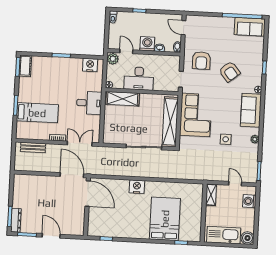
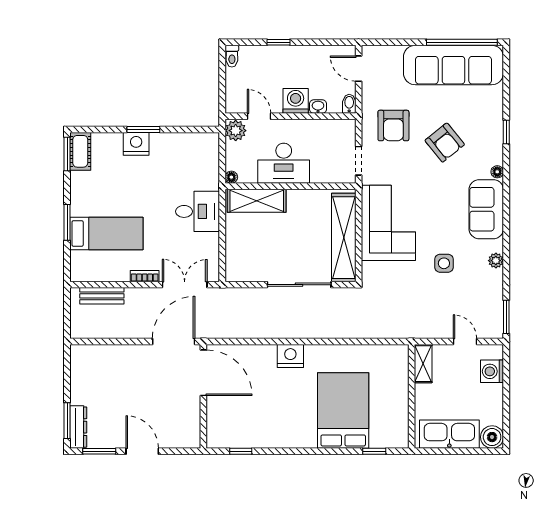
sofa: (250, 27) -> (453, 65), width x1.85, depth x1.27
nightstand: (90, 65) -> (136, 144), moved
door: (72, 175) -> (174, 341), hinge flipped

